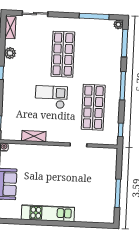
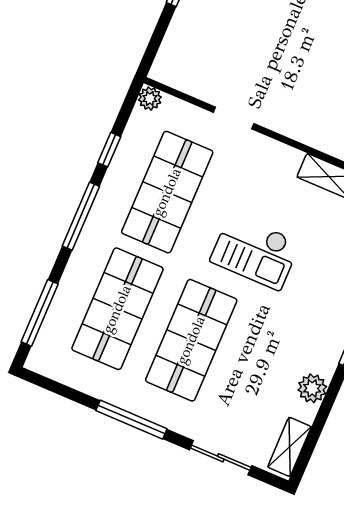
window: (94, 16) -> (131, 420), moved
plant: (118, 24) -> (150, 98), moved
shop shelf: (96, 56) -> (117, 309), added
window: (121, 130) -> (109, 150), moved

